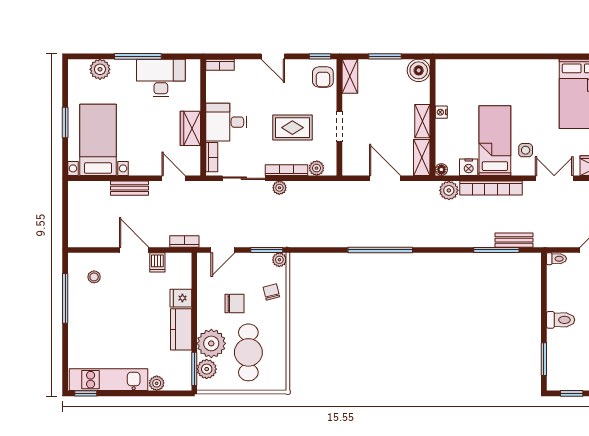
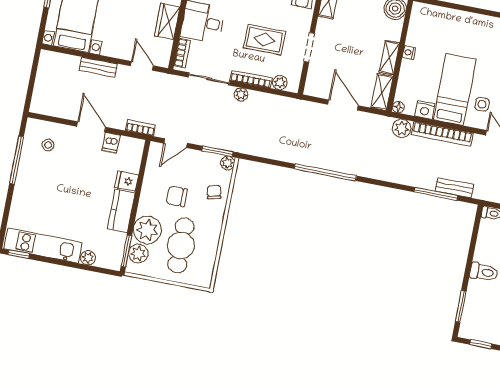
chair: (234, 304) -> (177, 196), turned 180

